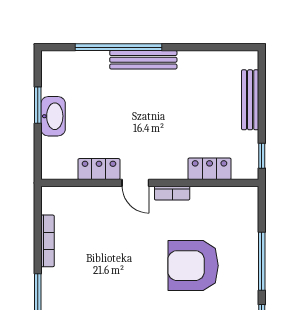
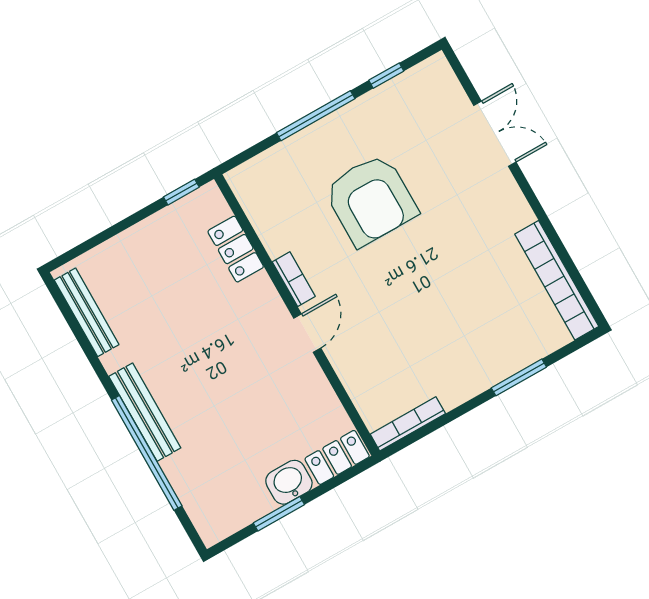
bench: (250, 100) -> (87, 312), moved, turned 90
washbasin: (53, 116) -> (289, 482), width x0.72
locker: (99, 169) -> (337, 457), moved, turned 90
bookcase: (48, 241) -> (408, 424), moved

